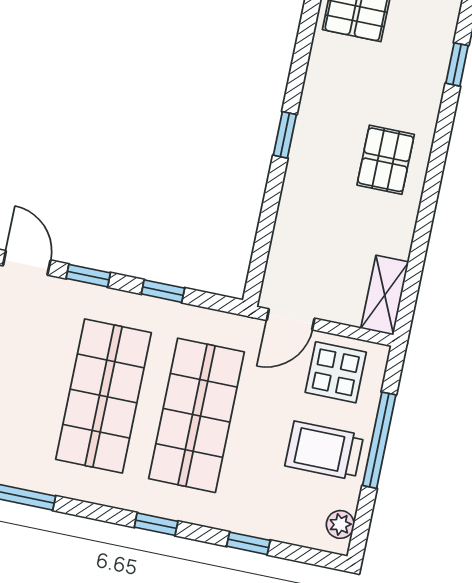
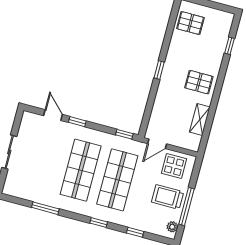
pallet: (386, 160) -> (199, 82), turned 90
window: (163, 291) -> (124, 134), moved
shelving: (385, 295) -> (200, 119), moved
window: (379, 440) -> (186, 206), moved

